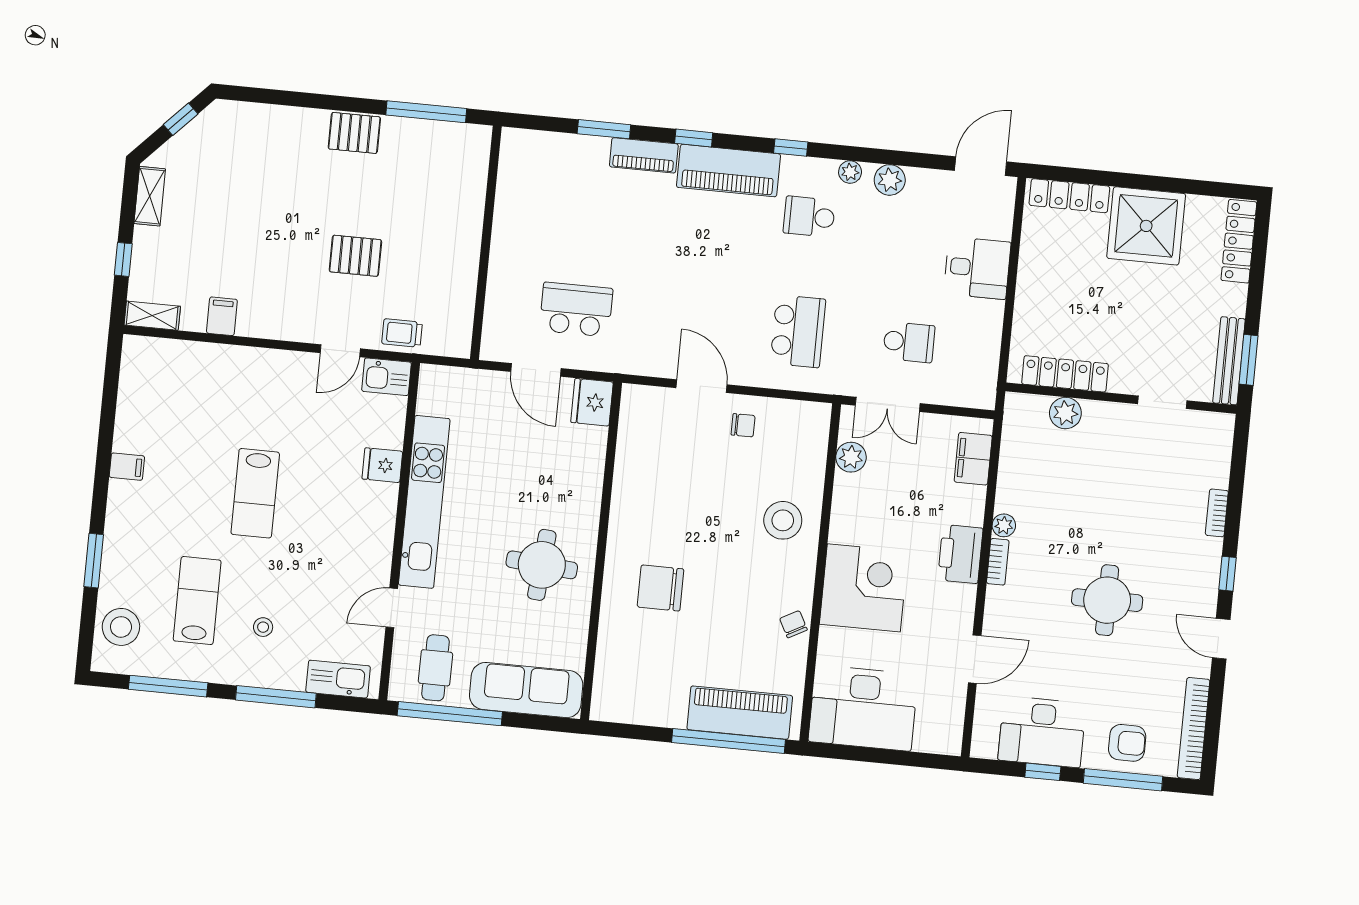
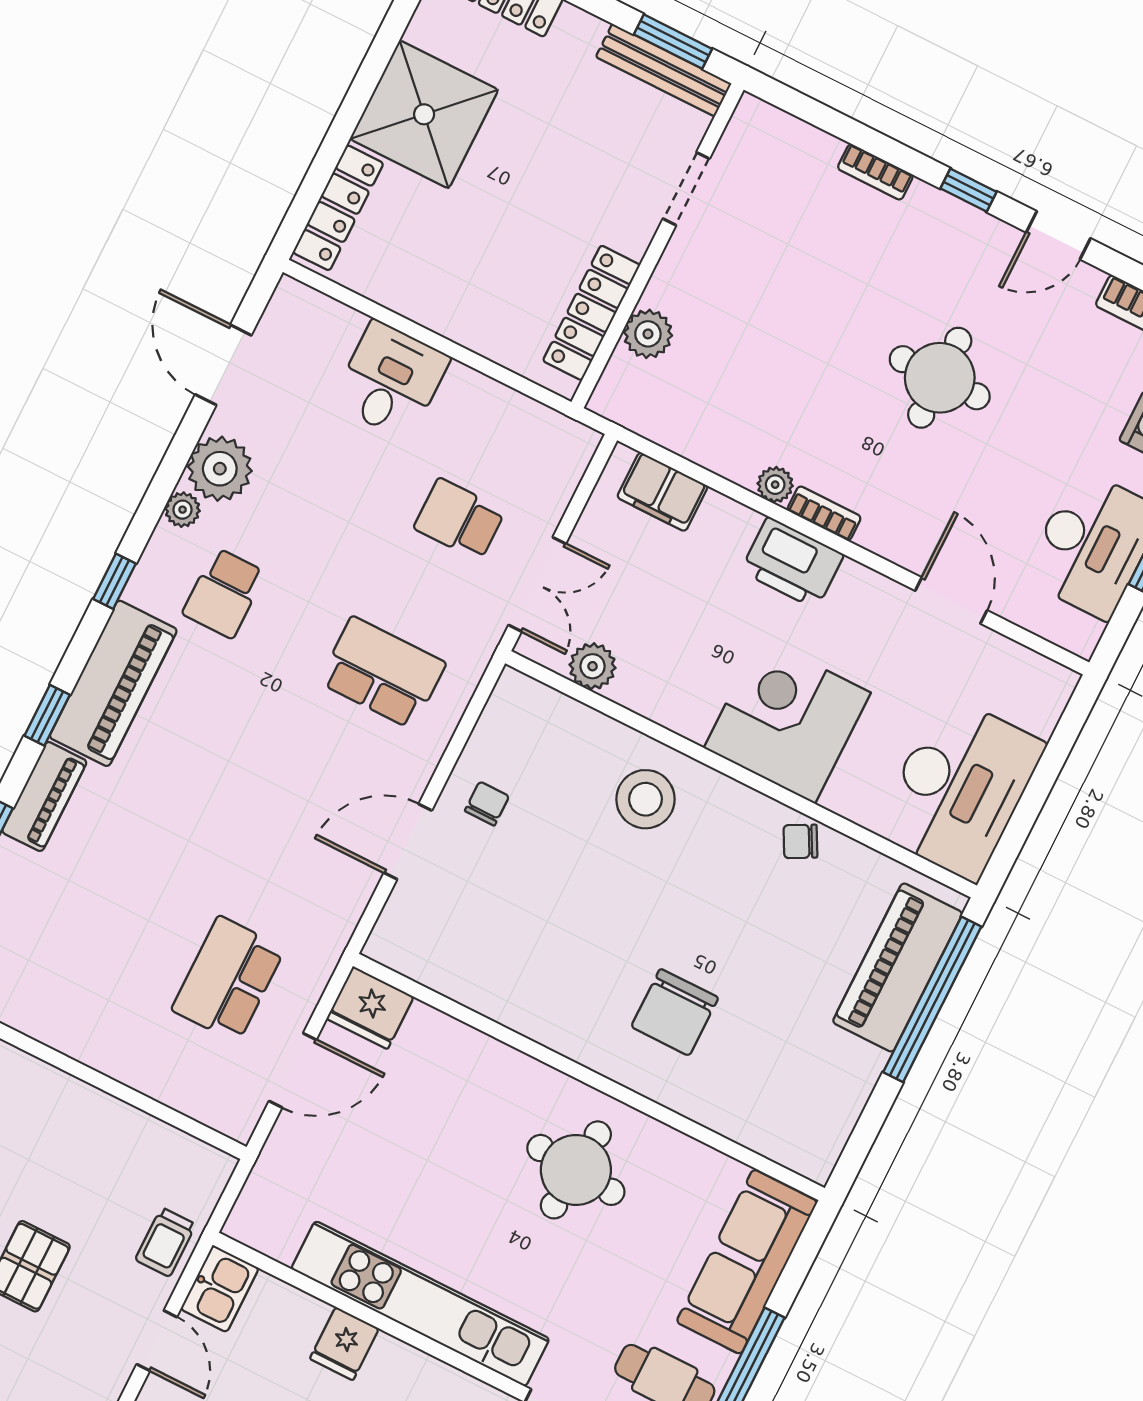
door: (981, 166) -> (223, 365), moved
plant: (890, 180) -> (220, 469), width x1.36, depth x1.36
school desk: (909, 342) -> (459, 519), turned -90

